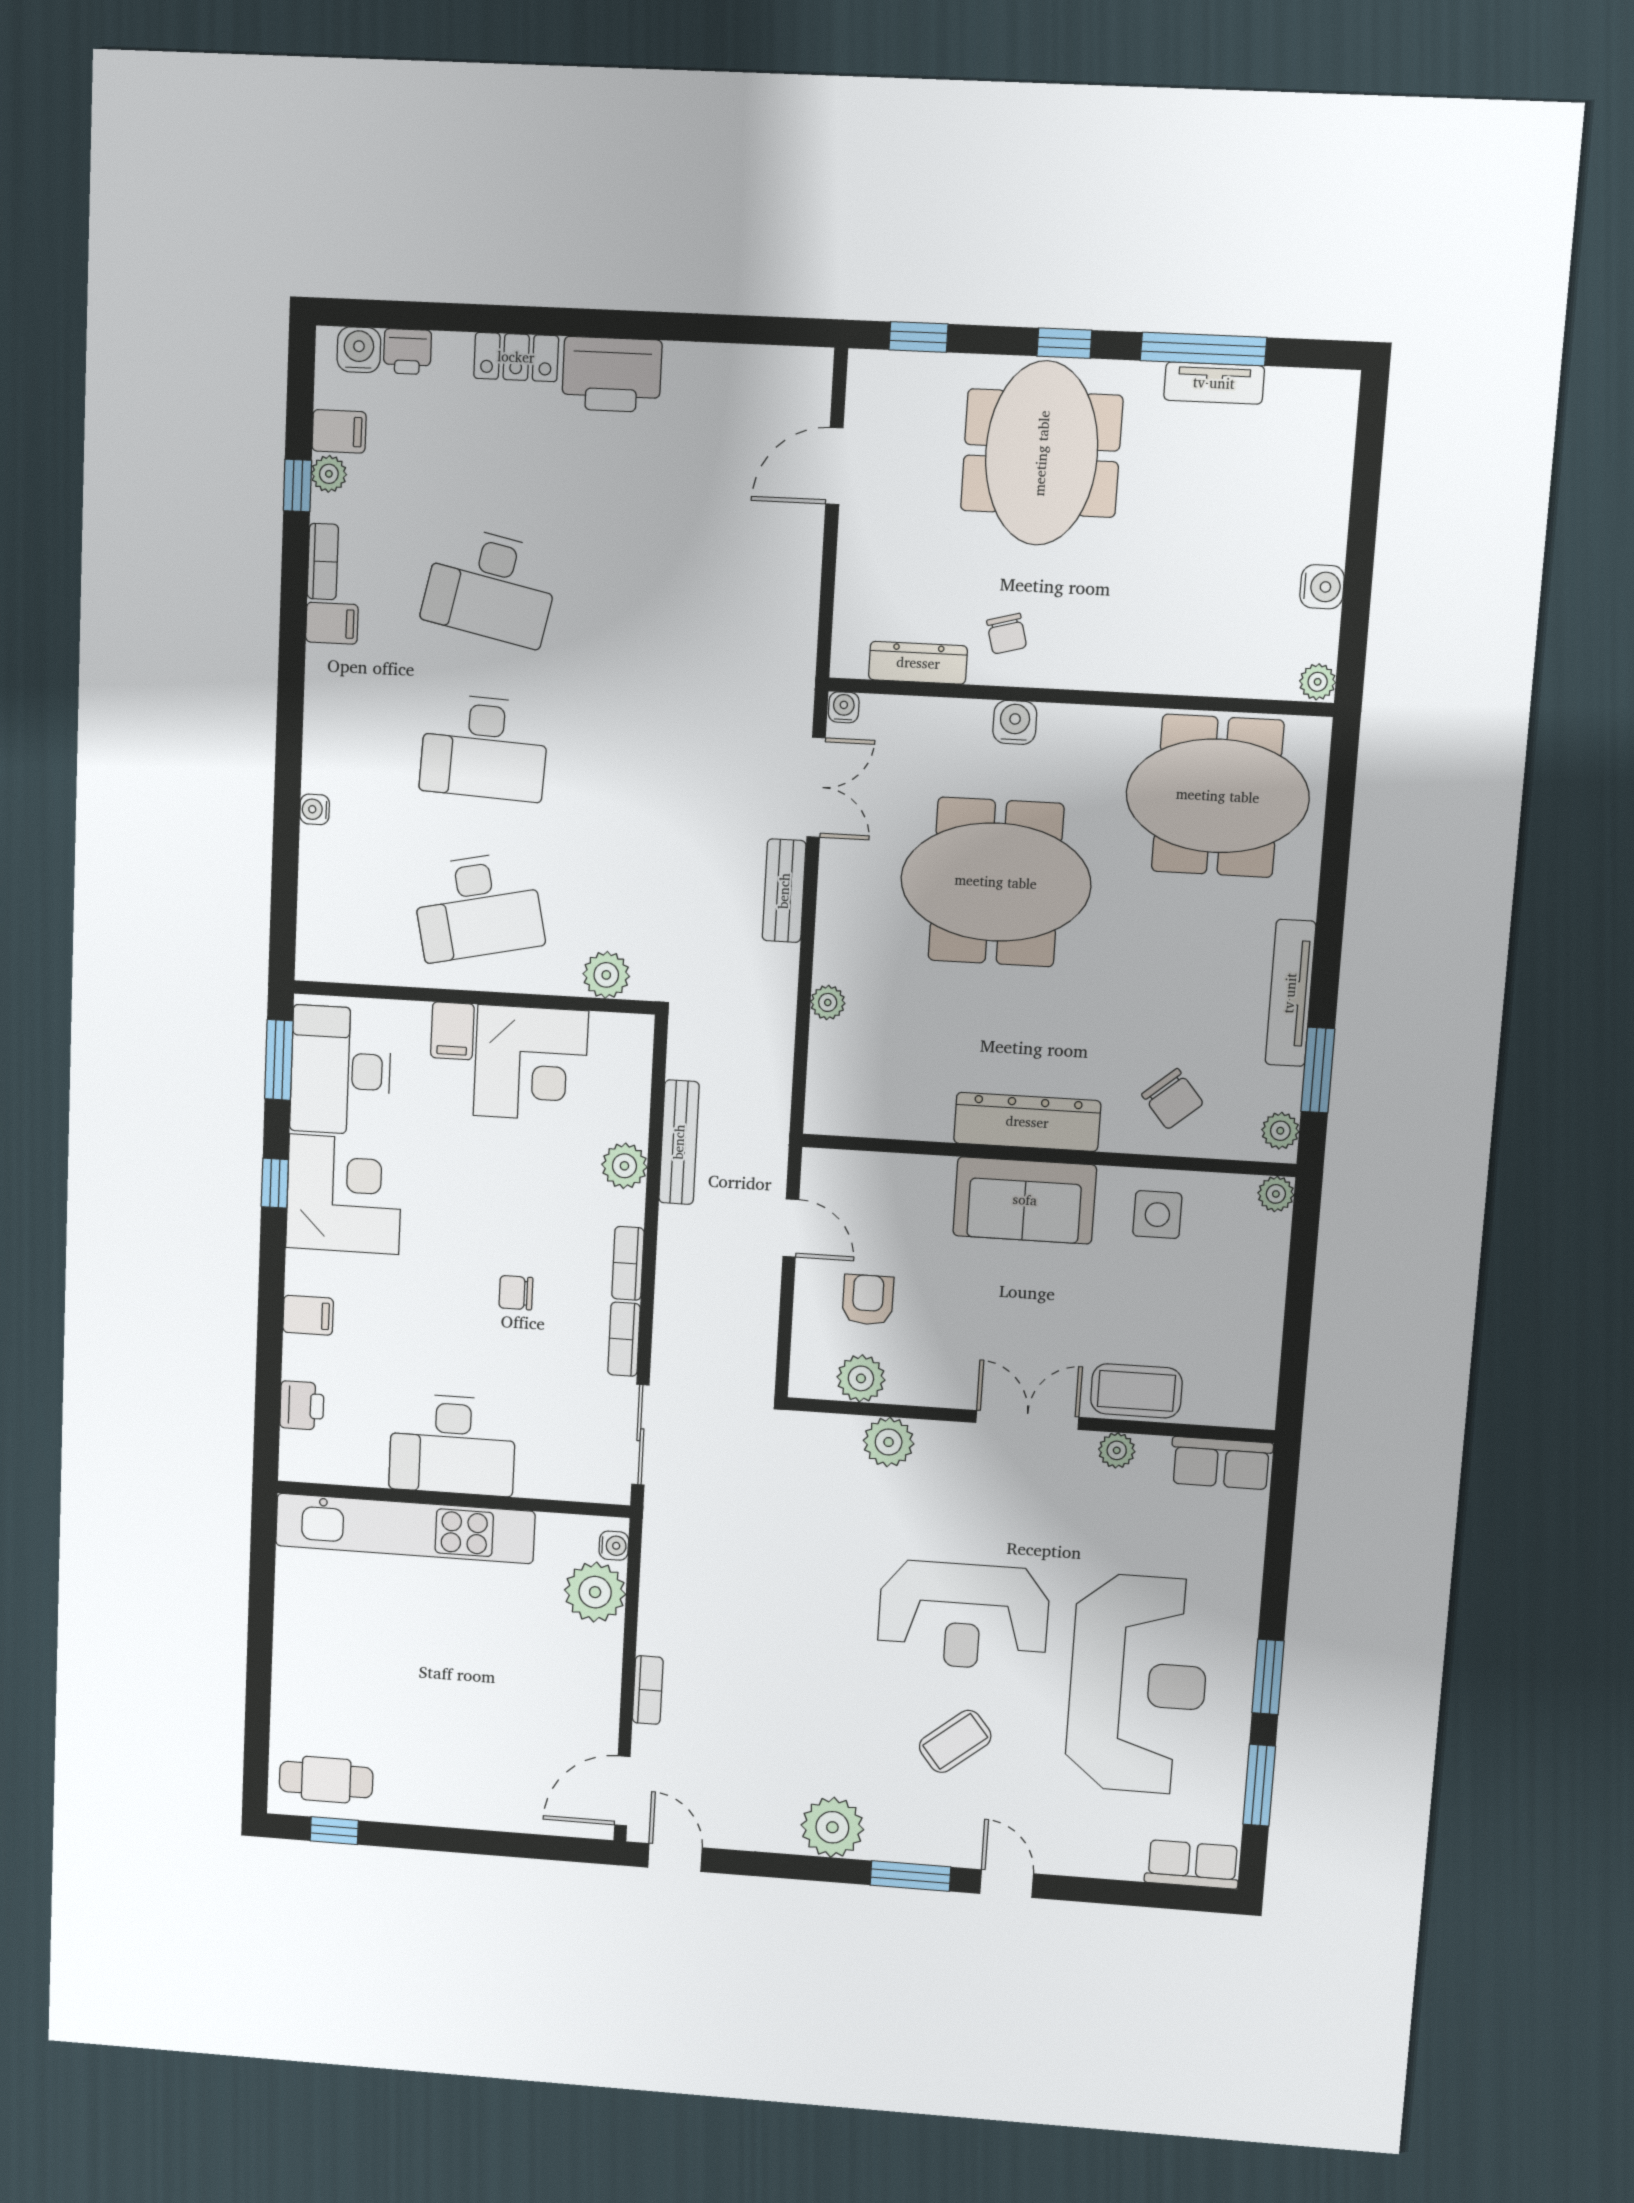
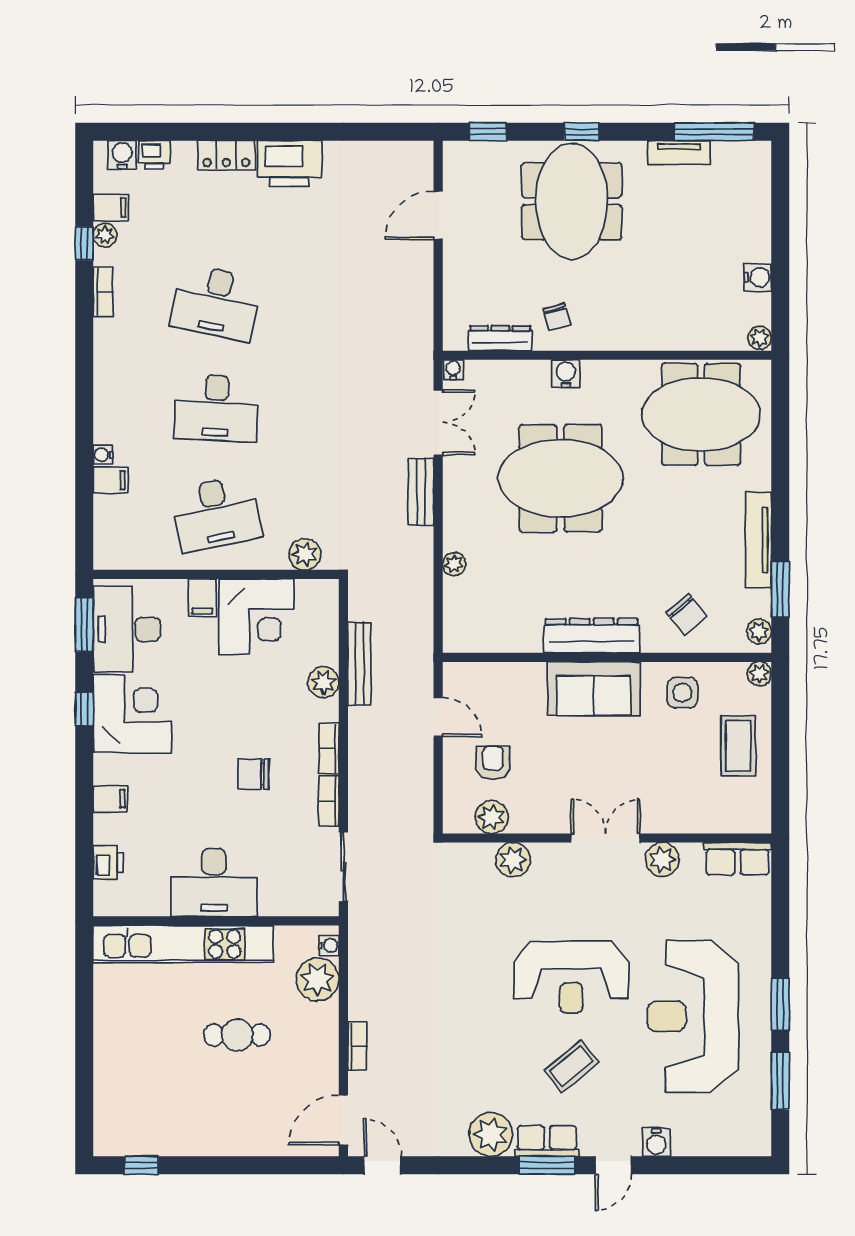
window: (1203, 349) -> (714, 132), moved
filing cabinet: (332, 623) -> (110, 480), moved
chair: (516, 1293) -> (253, 774), width x1.37, depth x1.37
coffee table: (1136, 1391) -> (738, 746), moved, turned 90
plant: (1117, 1450) -> (662, 859), width x1.38, depth x1.38
reception desk: (1138, 1684) -> (693, 1016), turned 180
cafe table: (326, 1780) -> (237, 1035), moved
water cooler: (1071, 1857) -> (656, 1142), added
row of seats: (1192, 1864) -> (547, 1141), moved
door: (1007, 1884) -> (613, 1165), swing flipped

